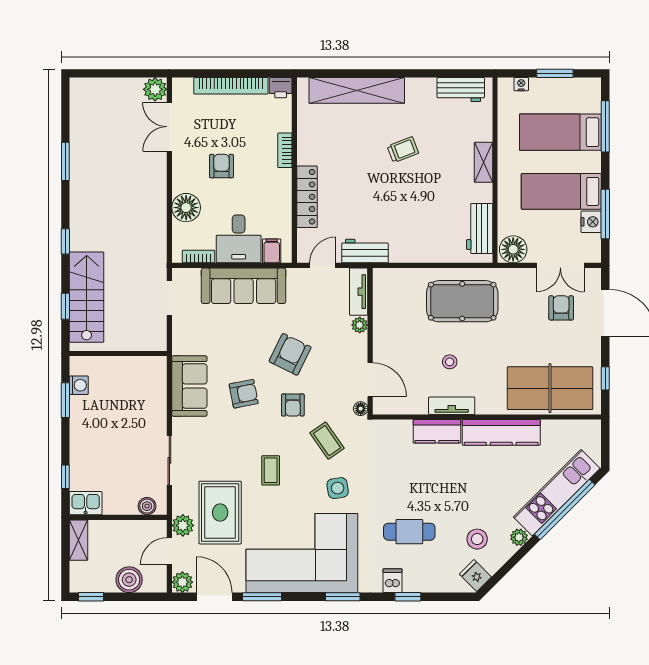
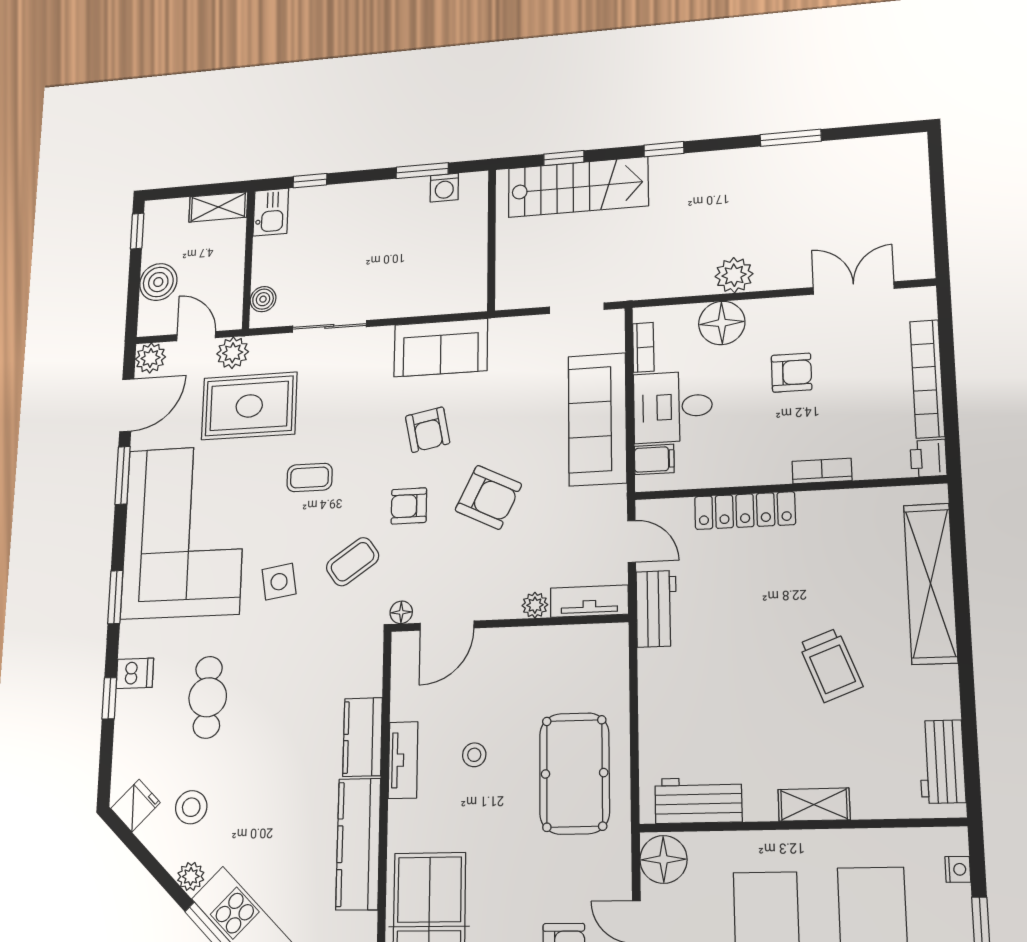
plant: (155, 89) -> (734, 275), moved
trolley: (403, 150) -> (831, 665), width x1.36, depth x1.39

